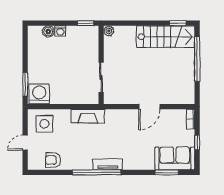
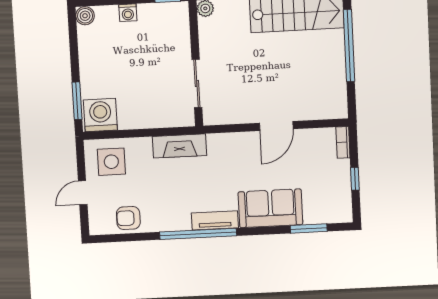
boiler: (48, 31) -> (85, 16), moved
sofa: (175, 158) -> (270, 208), moved

